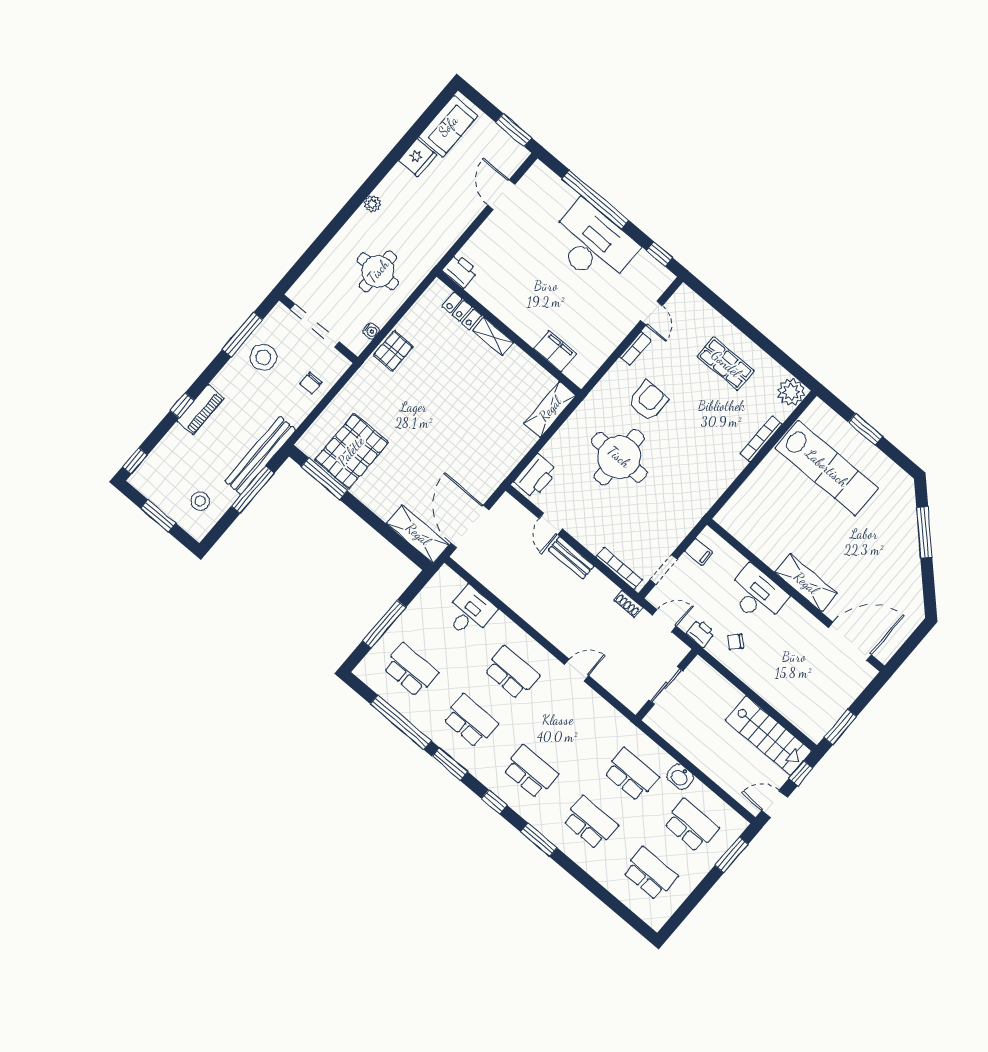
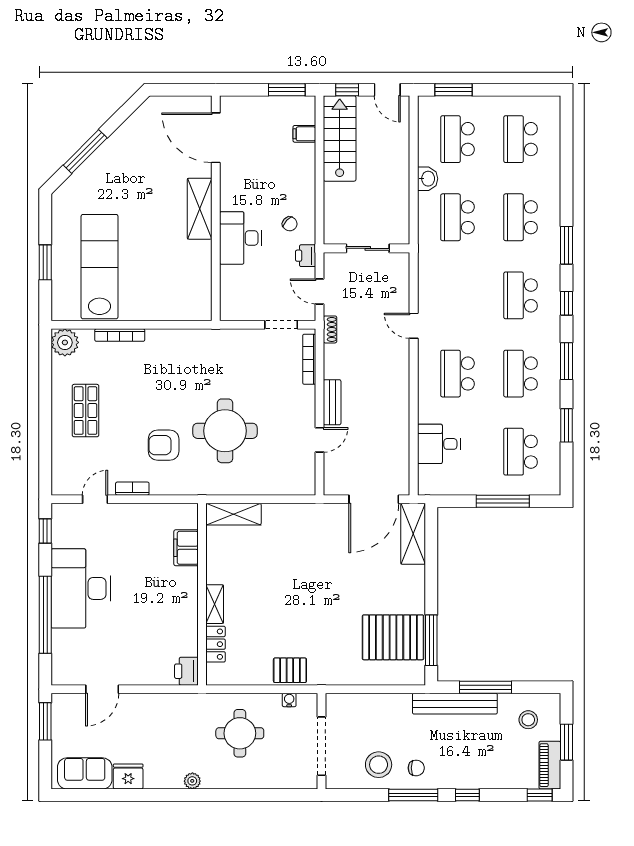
window: (242, 335) -> (413, 795), moved
chair: (311, 383) -> (416, 768), moved
piano: (200, 410) -> (550, 765), moved, turned -90
printer: (536, 476) -> (293, 482), removed
filing cabinet: (699, 552) -> (304, 134), moved, turned -90
window: (401, 722) -> (566, 425), width x0.47

